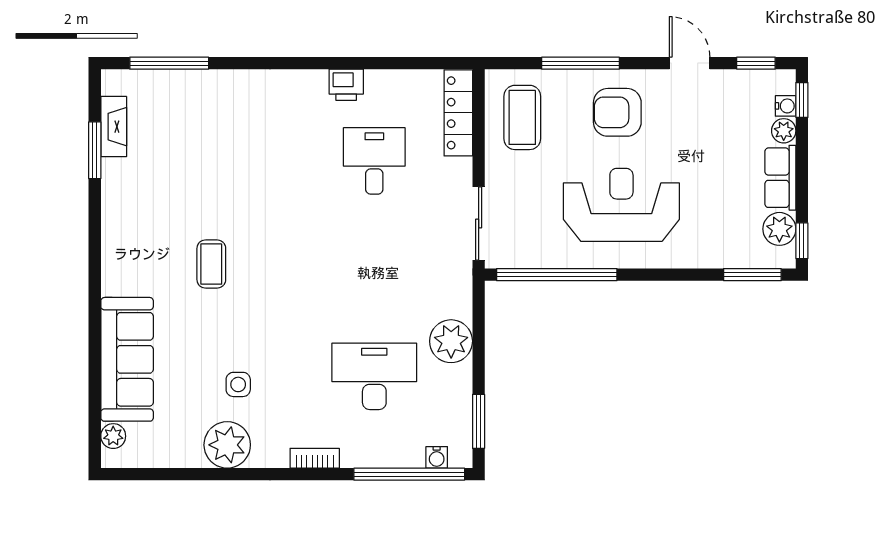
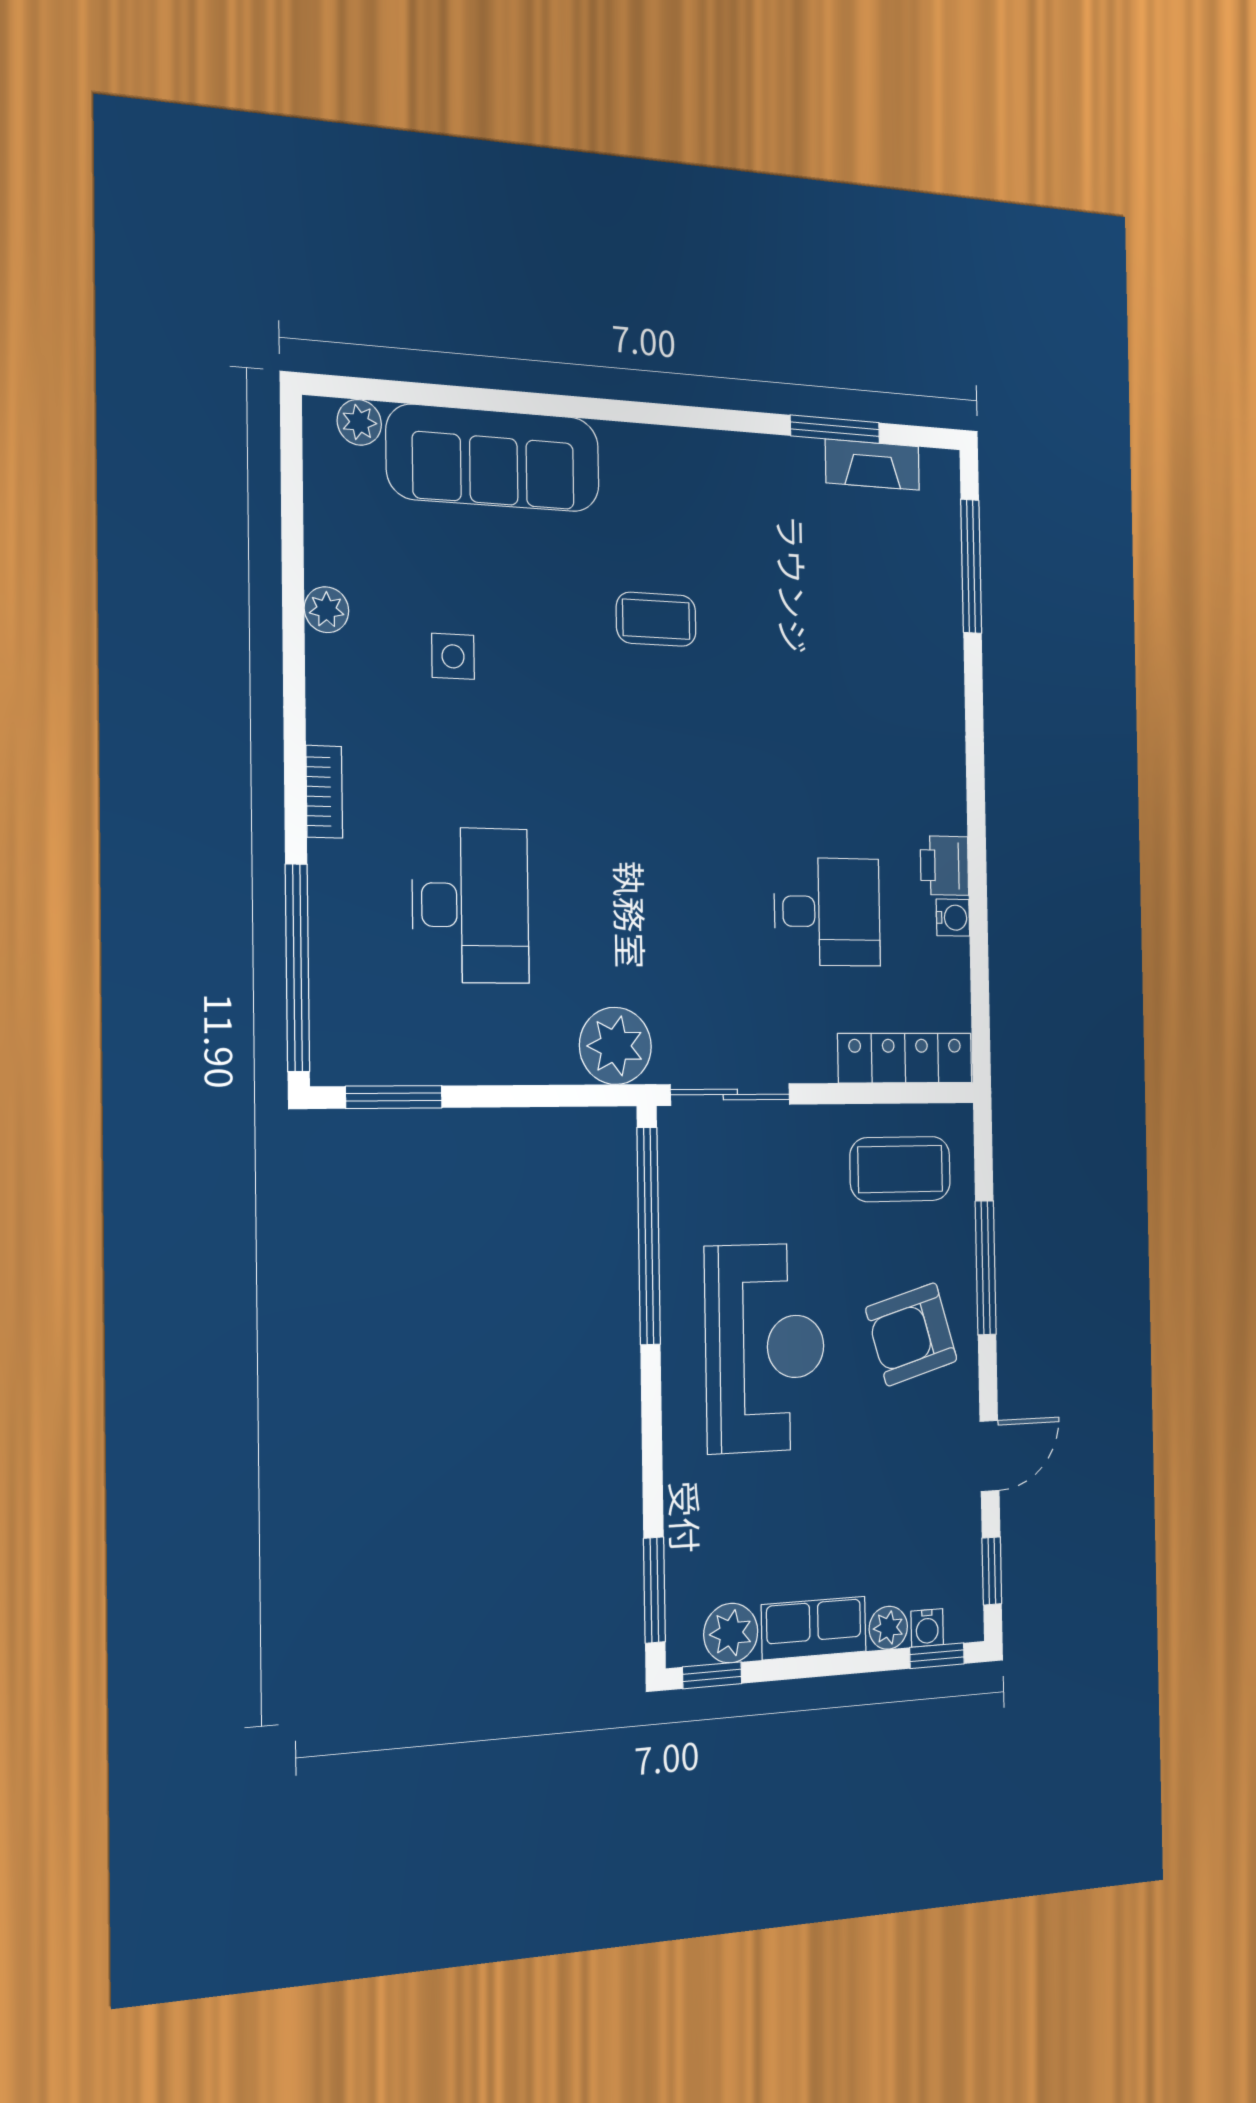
armchair: (617, 112) -> (911, 1334), turned -106
plant: (451, 341) -> (615, 1046), moved
plant: (227, 445) -> (327, 610), width x0.53, depth x0.53
water cooler: (437, 457) -> (953, 918), moved, turned 180

